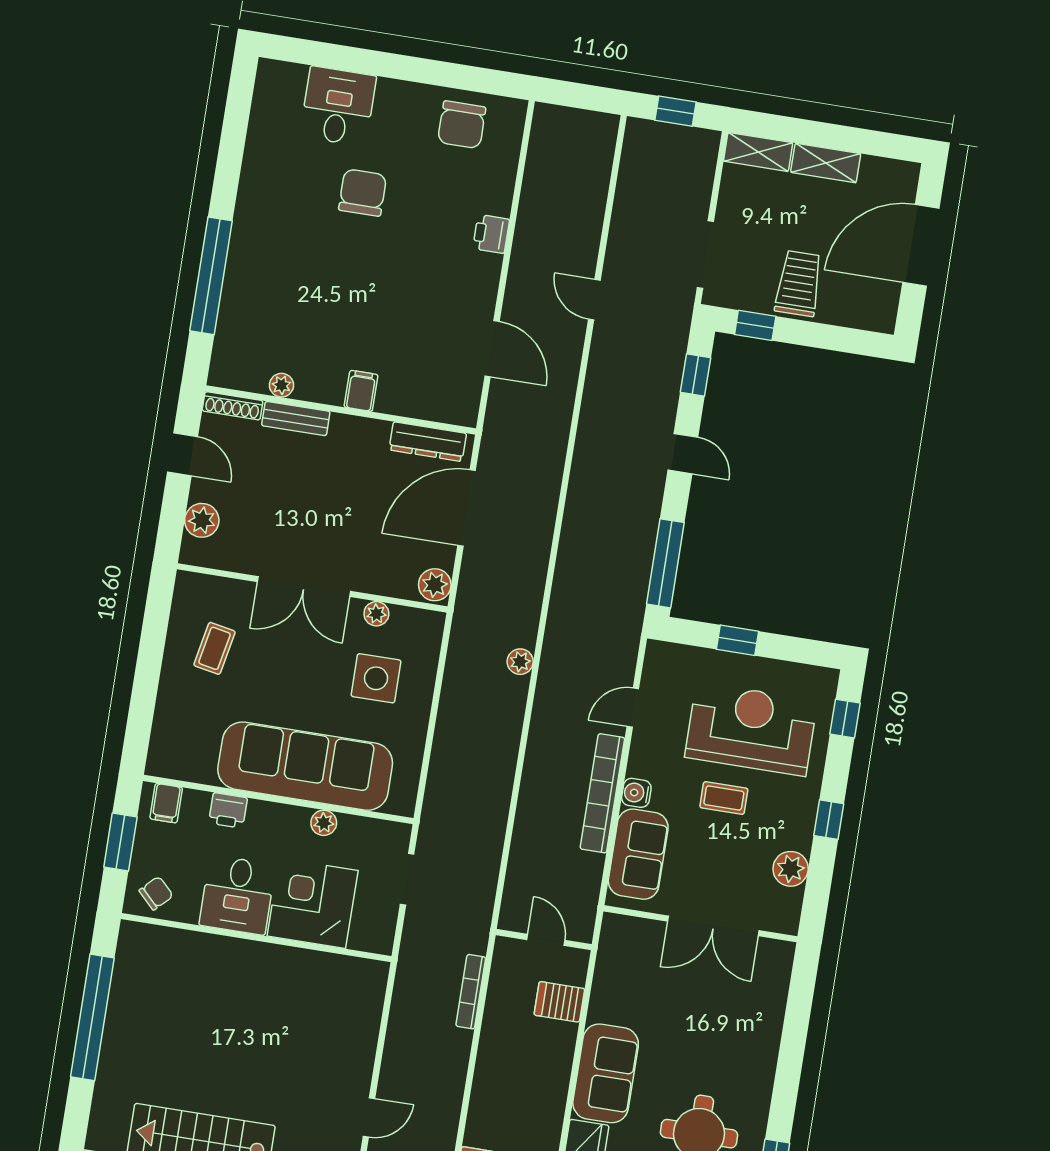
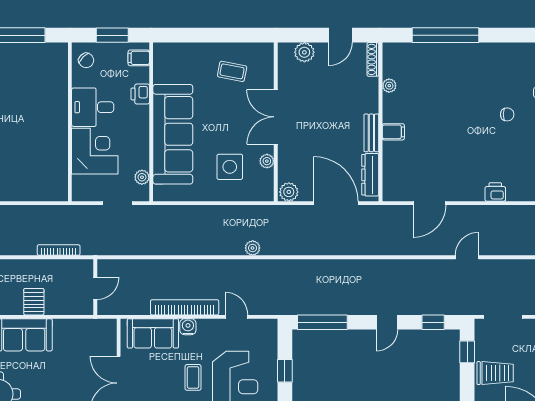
chair: (363, 193) -> (507, 114), width x0.54, depth x0.54
bench: (296, 419) -> (371, 133), moved
plant: (324, 823) -> (142, 177), moved
server rack: (559, 1002) -> (34, 302), moved

